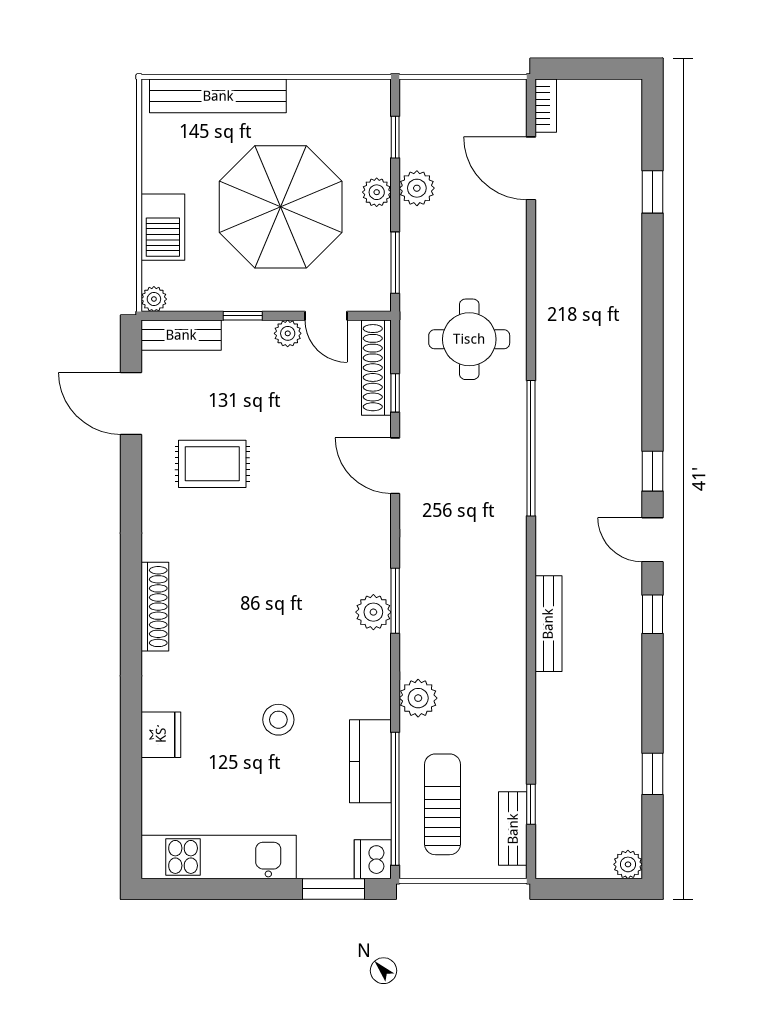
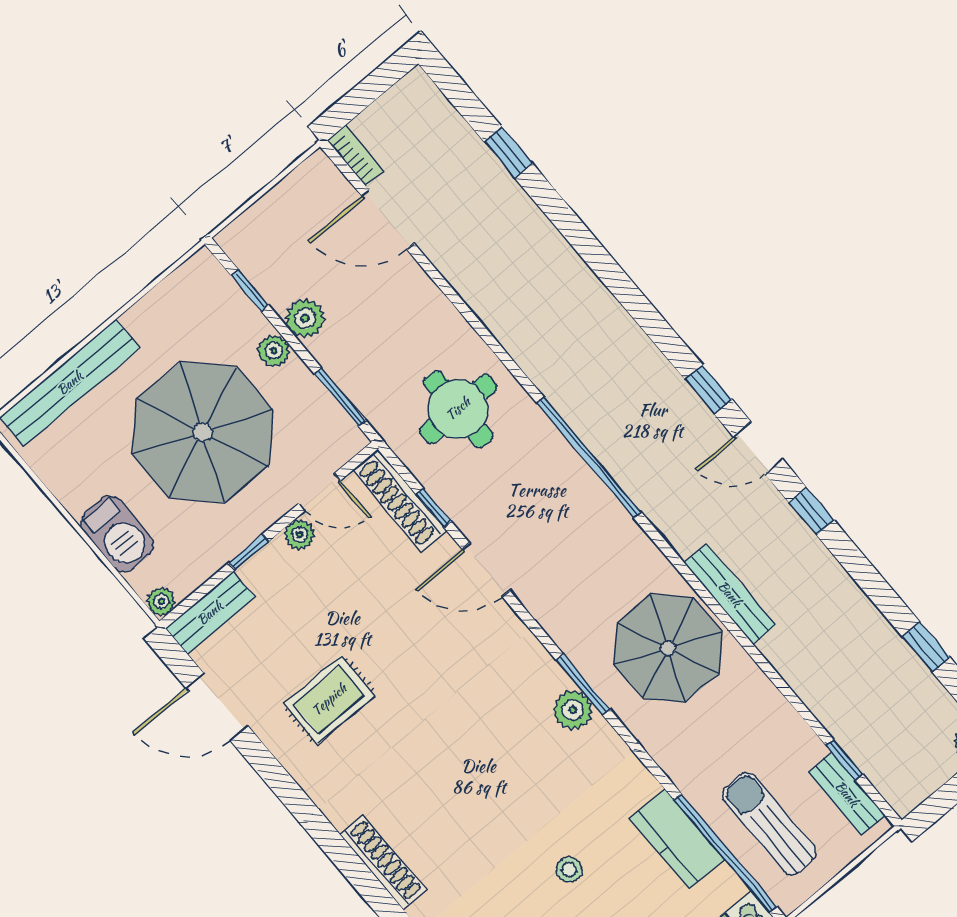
parasol: (475, 625) -> (668, 648), added
plant: (418, 698) -> (672, 751), removed
stool: (278, 720) -> (569, 870), width x0.73, depth x0.73

